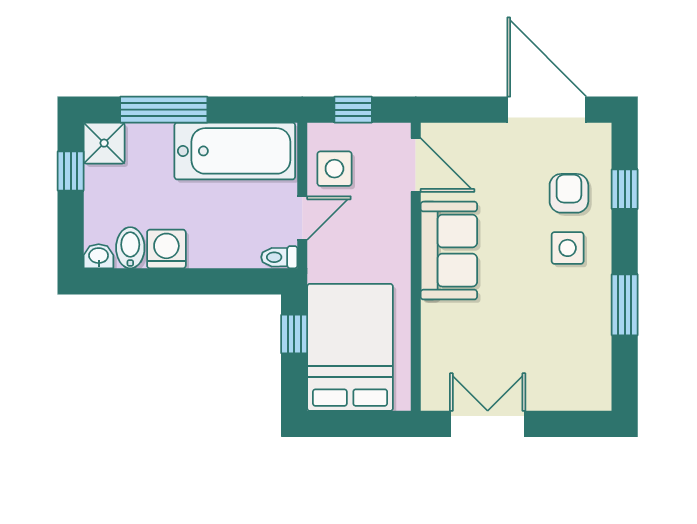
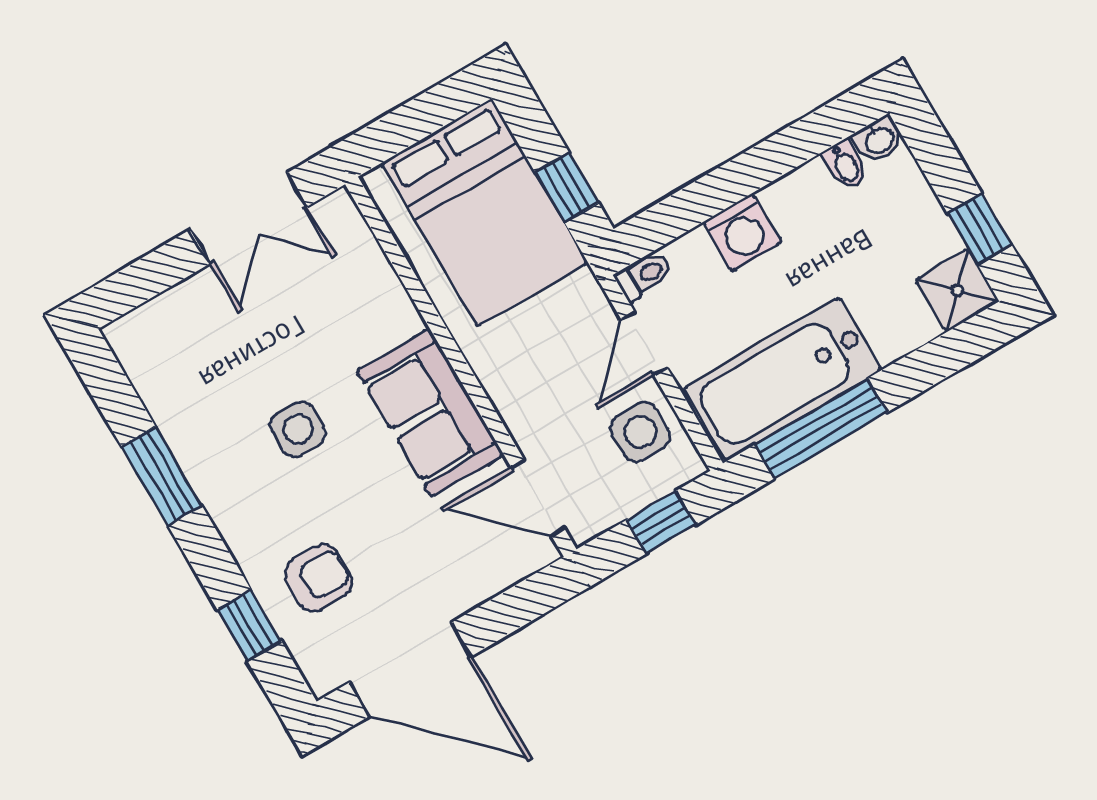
window: (164, 110) -> (821, 429), moved
armchair: (569, 193) -> (318, 578), turned -90
bidet: (130, 248) -> (845, 165), width x0.72, depth x0.74
side table: (568, 248) -> (298, 429), moved
washing machine: (166, 249) -> (742, 232), moved

